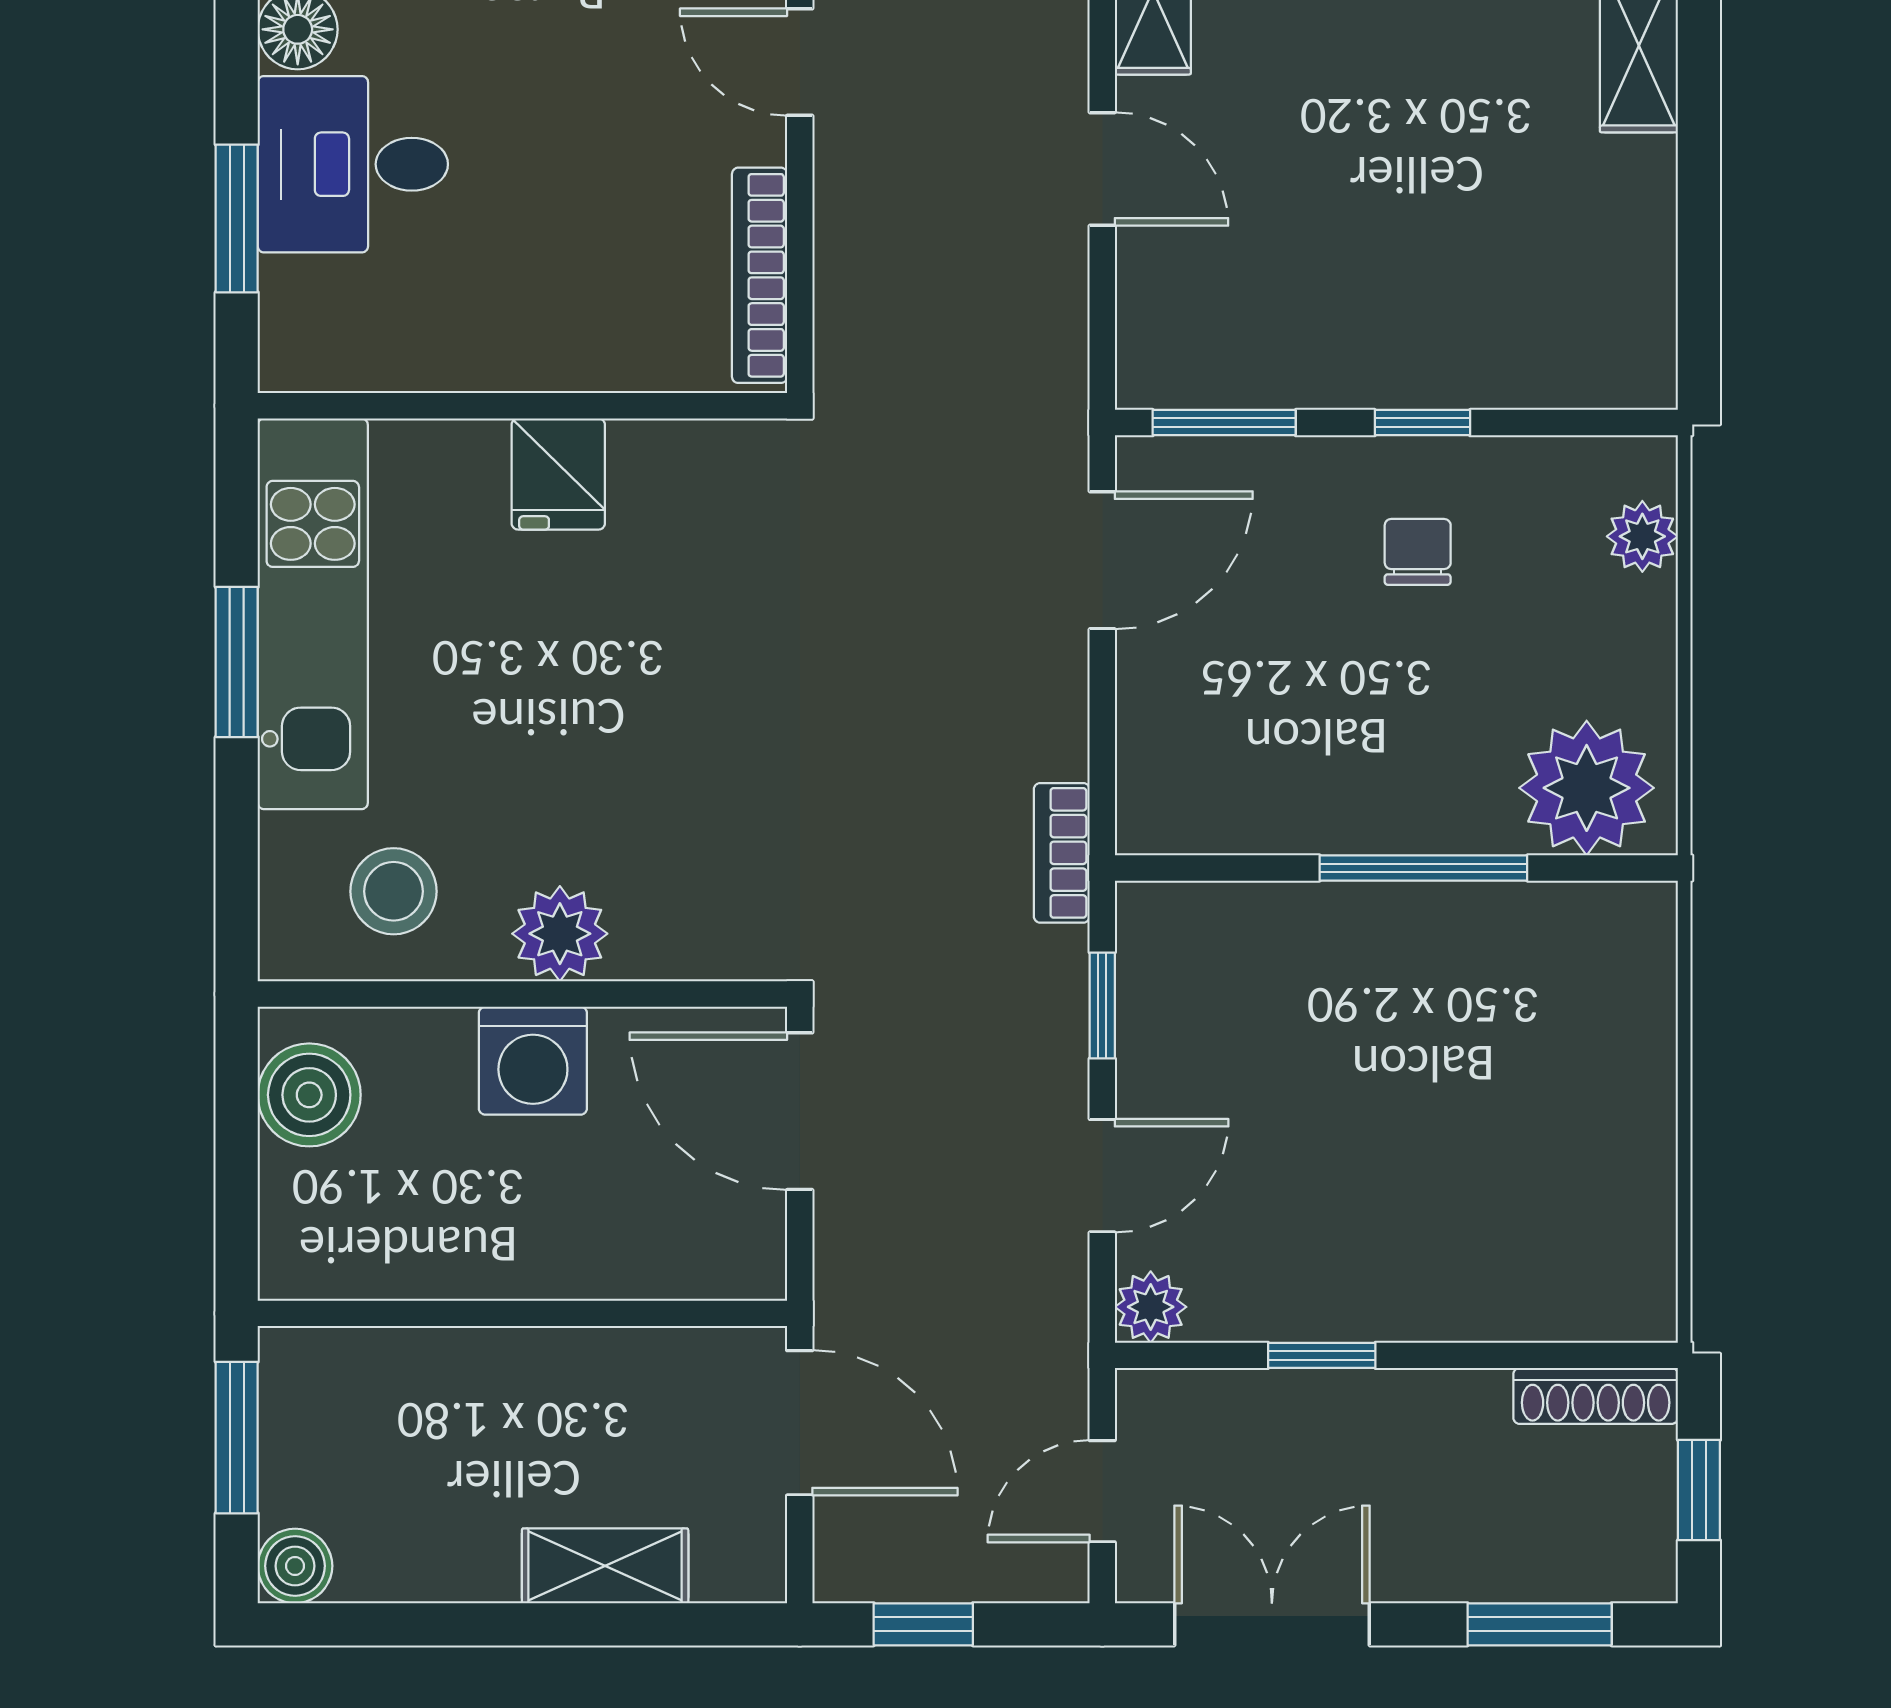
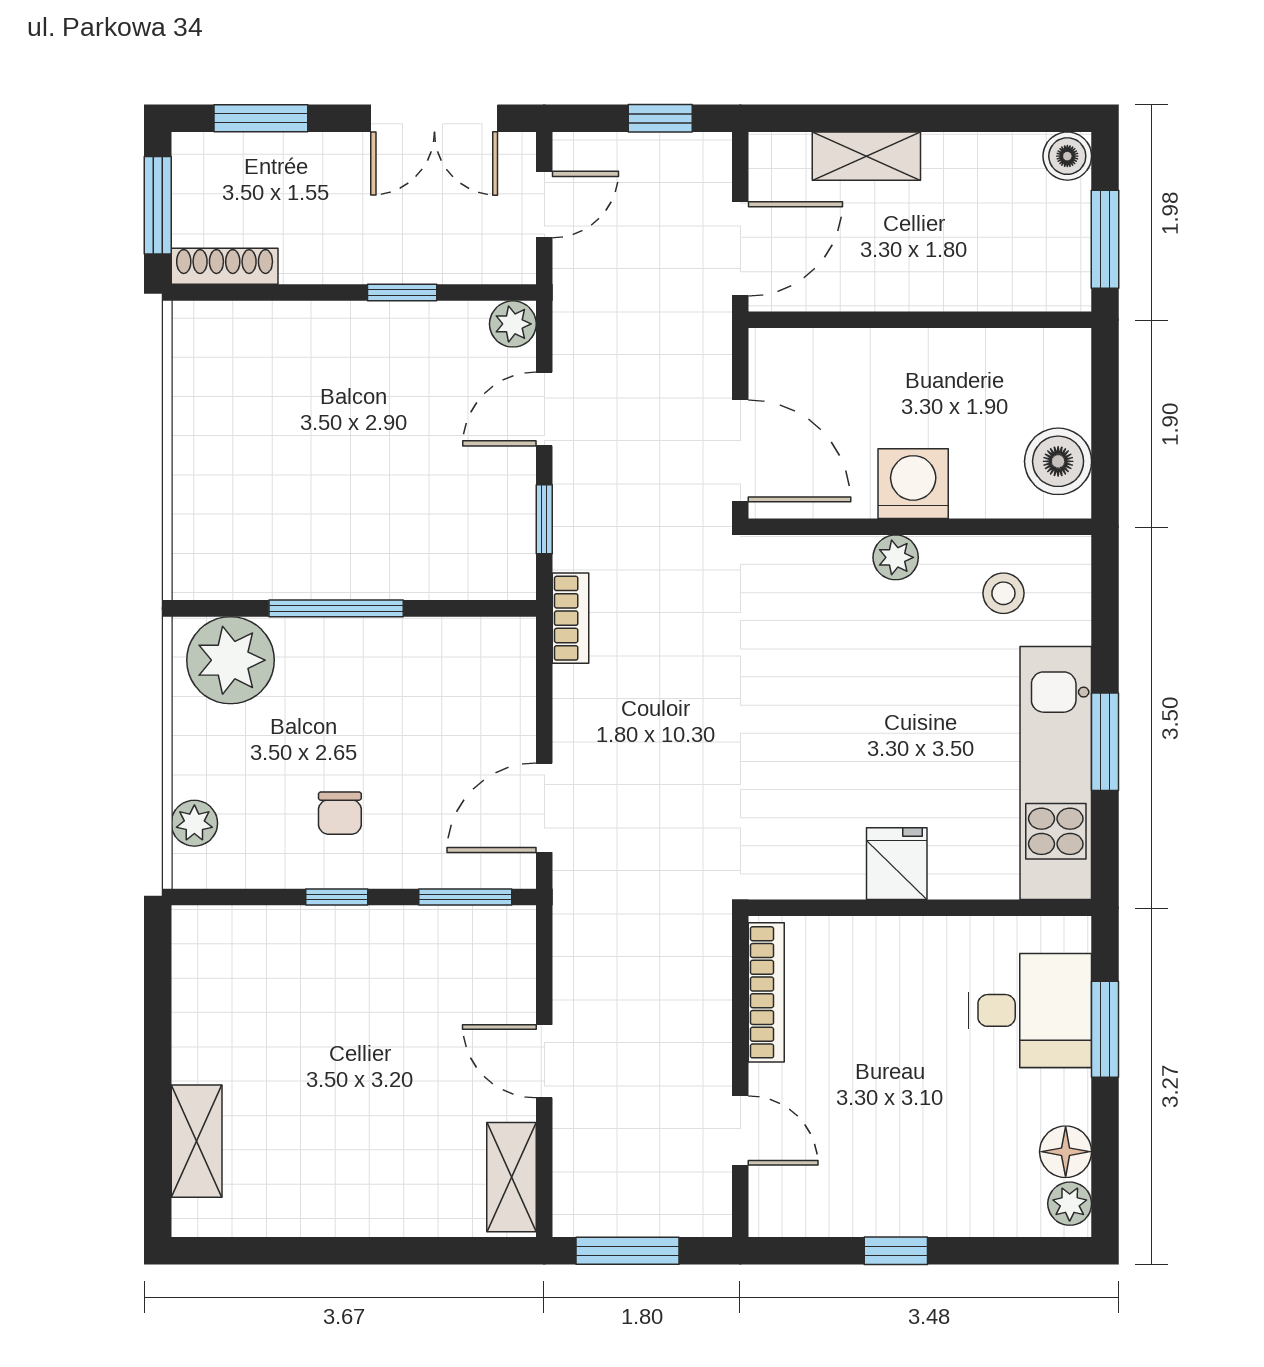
desk: (353, 164) -> (1030, 1010), moved
stool: (394, 891) -> (1003, 593), width x0.73, depth x0.73
plant: (560, 934) -> (896, 557), width x0.73, depth x0.73
door: (800, 1423) -> (740, 249), swing flipped
window: (1699, 1490) -> (158, 205), width x1.50

